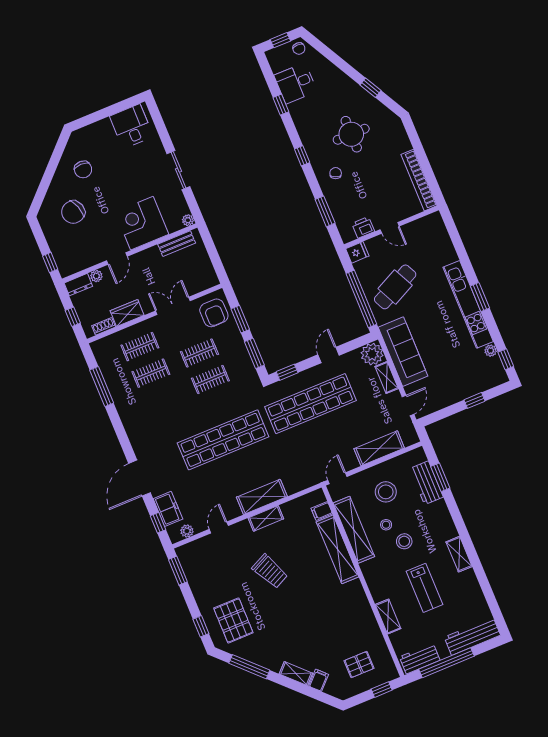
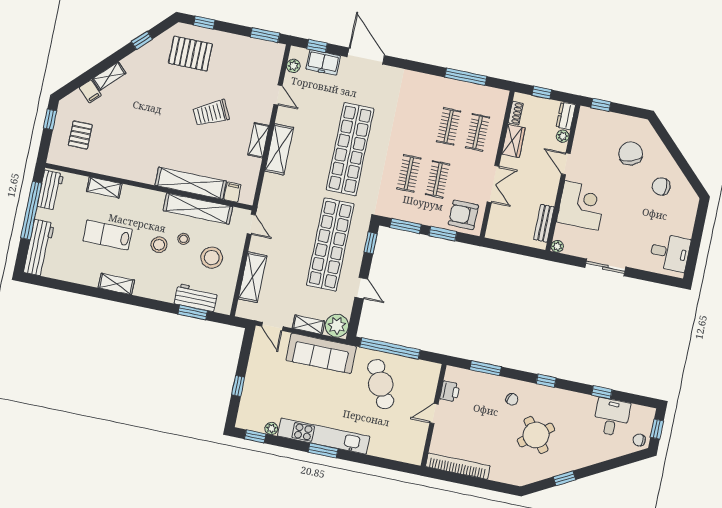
round table: (351, 134) -> (536, 435), turned -38
fridge: (357, 252) -> (432, 372), removed
window: (249, 667) -> (142, 40), width x0.46
window: (382, 690) -> (50, 119), moved

